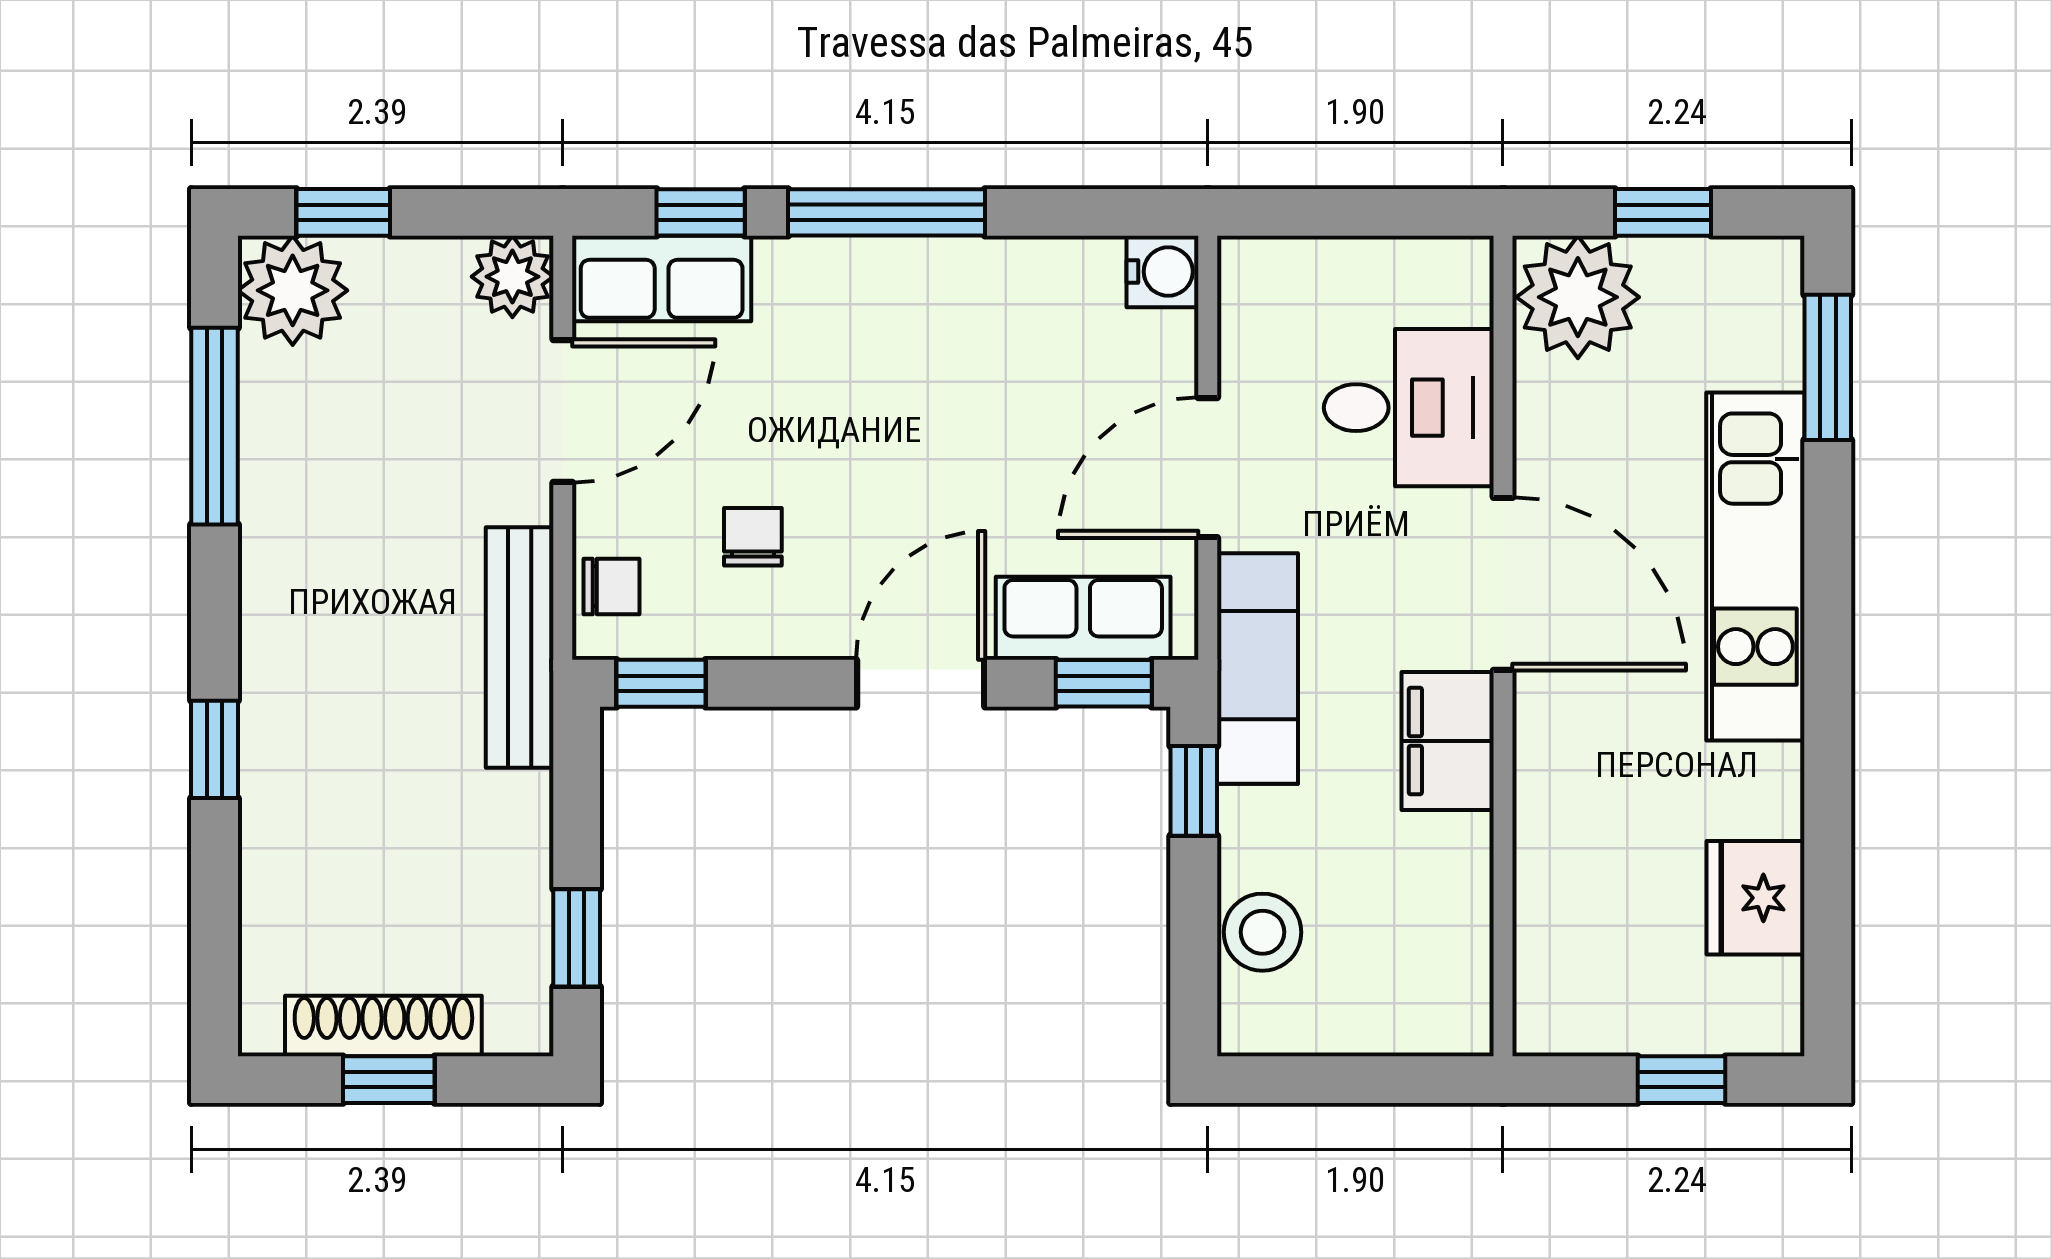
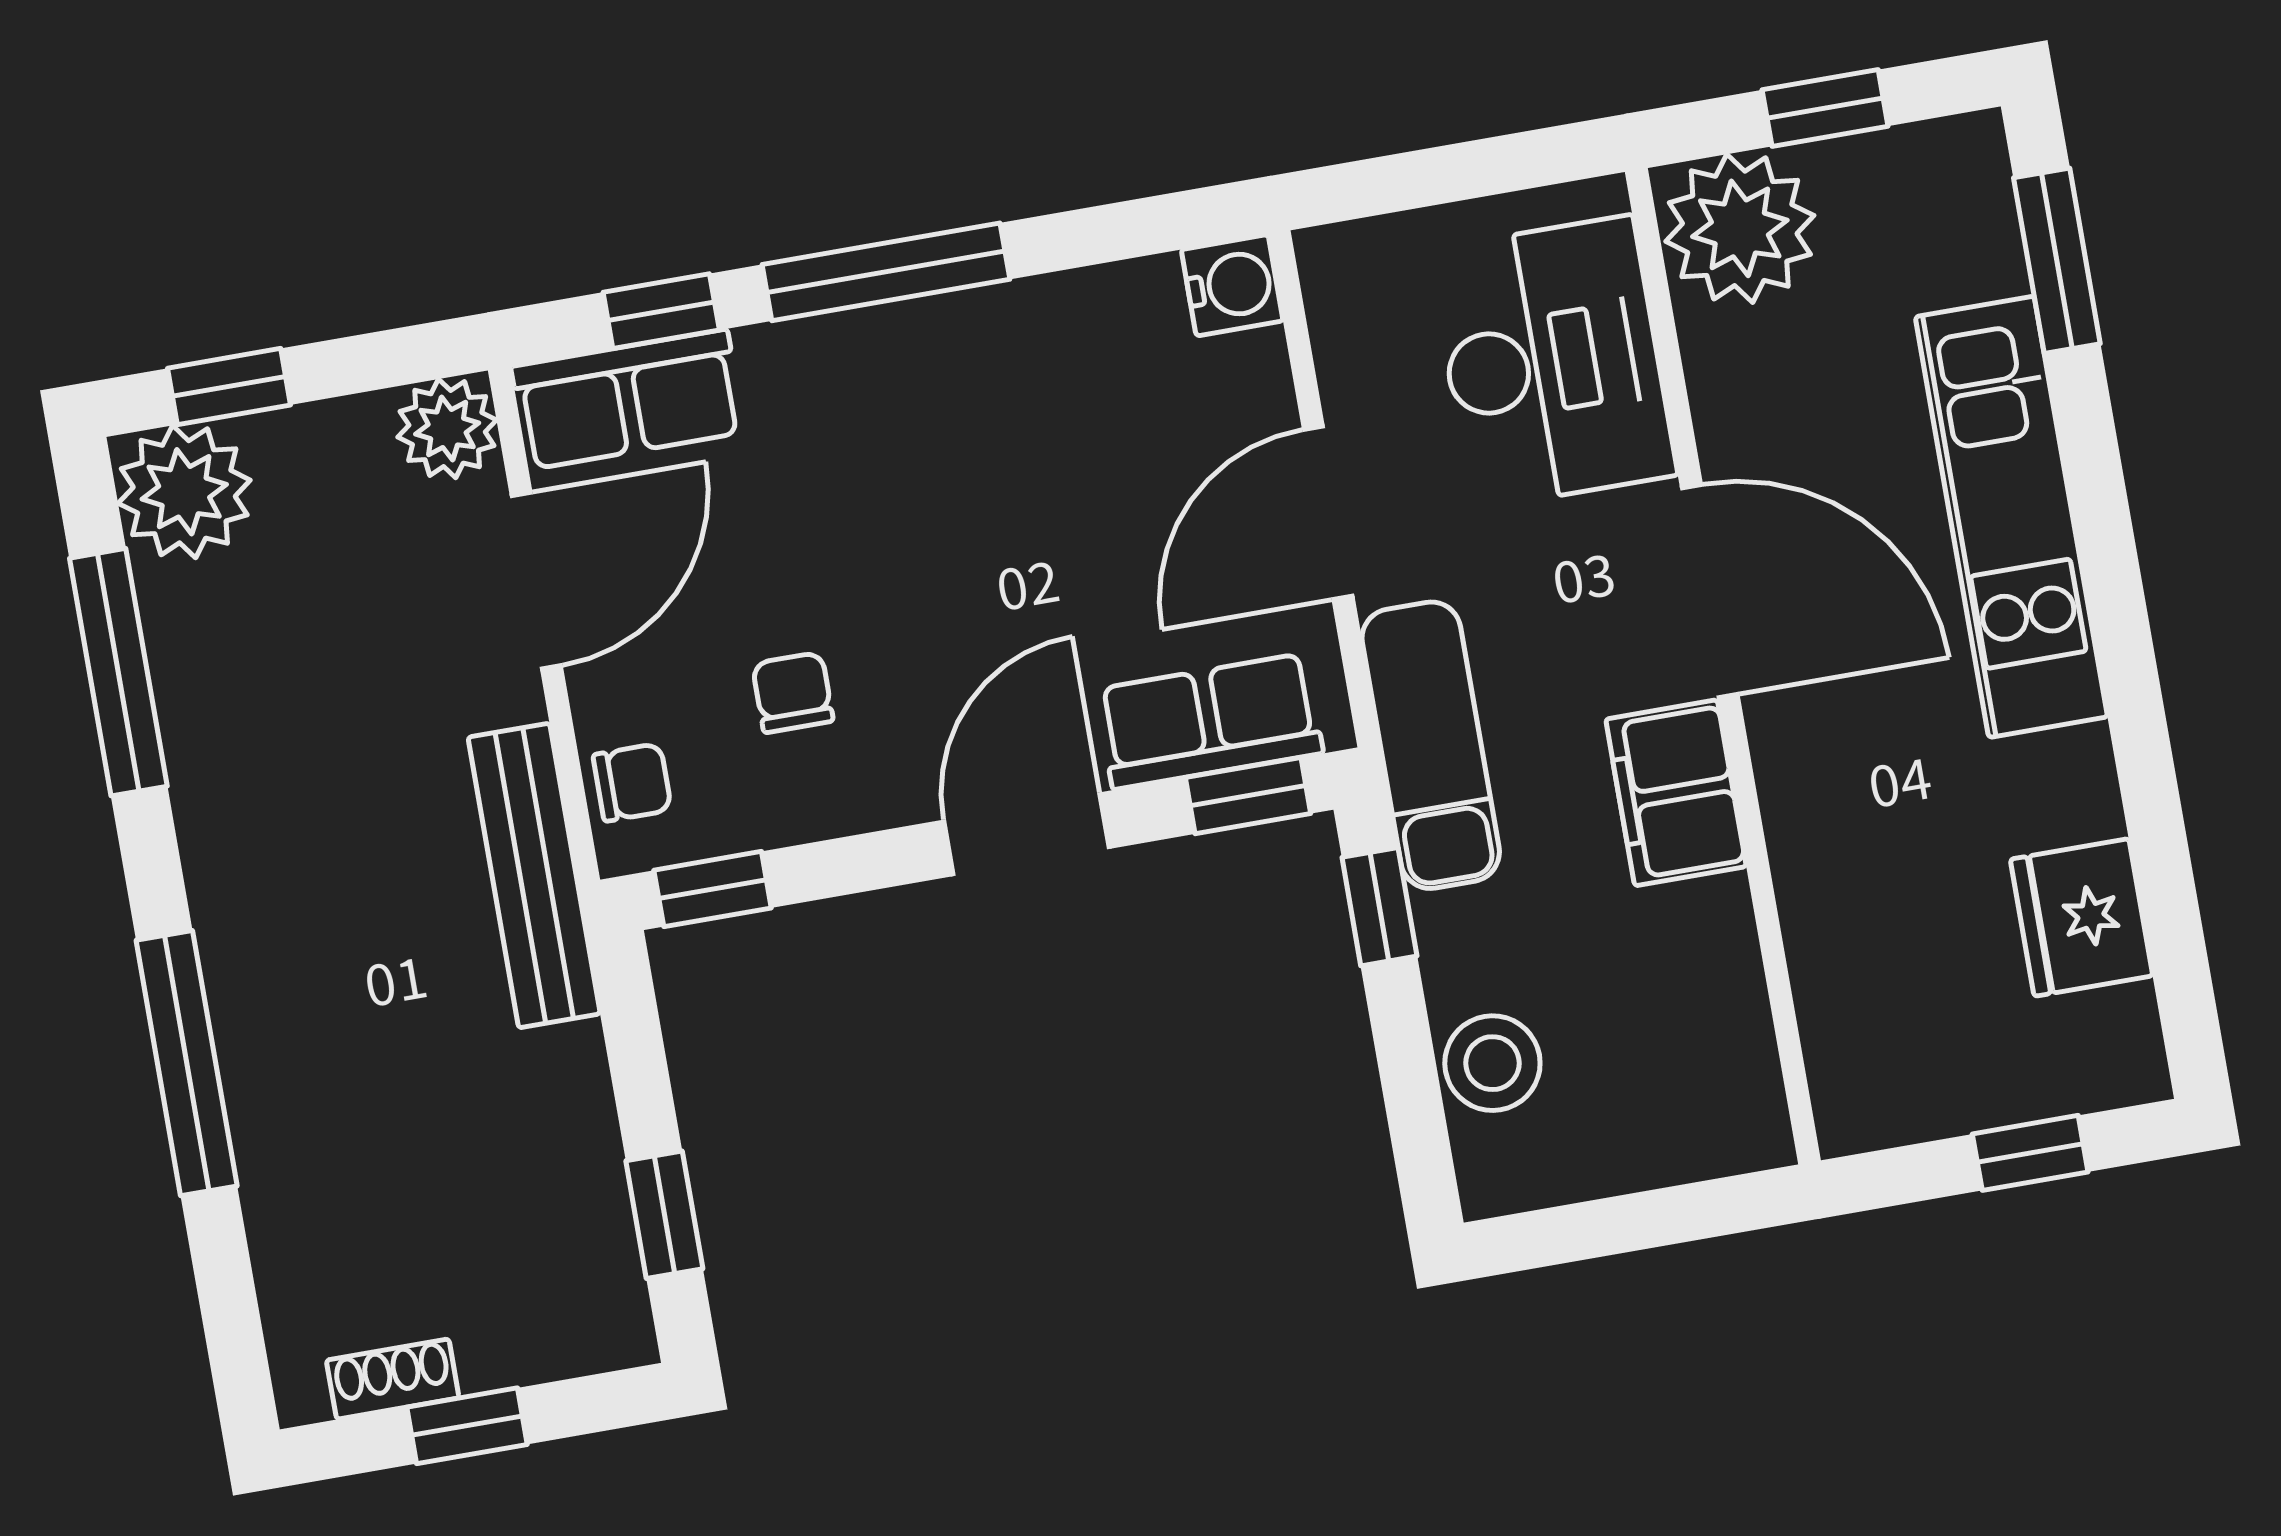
desk: (1409, 408) -> (1553, 362), width x1.37
window: (215, 749) -> (187, 1063), width x2.17
shoe rack: (383, 1026) -> (393, 1379), width x0.51, depth x0.81

